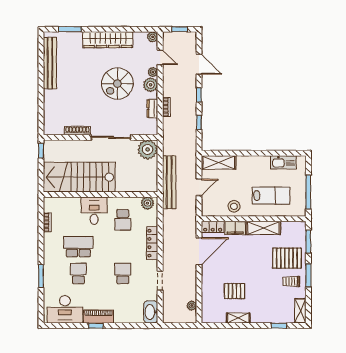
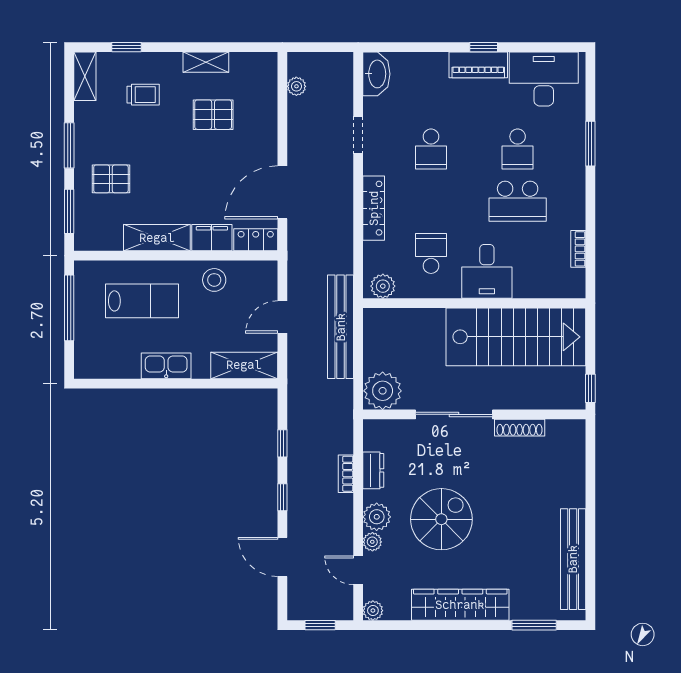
kitchen sink: (283, 162) -> (166, 366), moved
lab bench: (271, 196) -> (142, 301), turned 180
pallet: (287, 258) -> (111, 179), width x0.67, depth x0.71
trolley: (291, 281) -> (143, 95), moved

